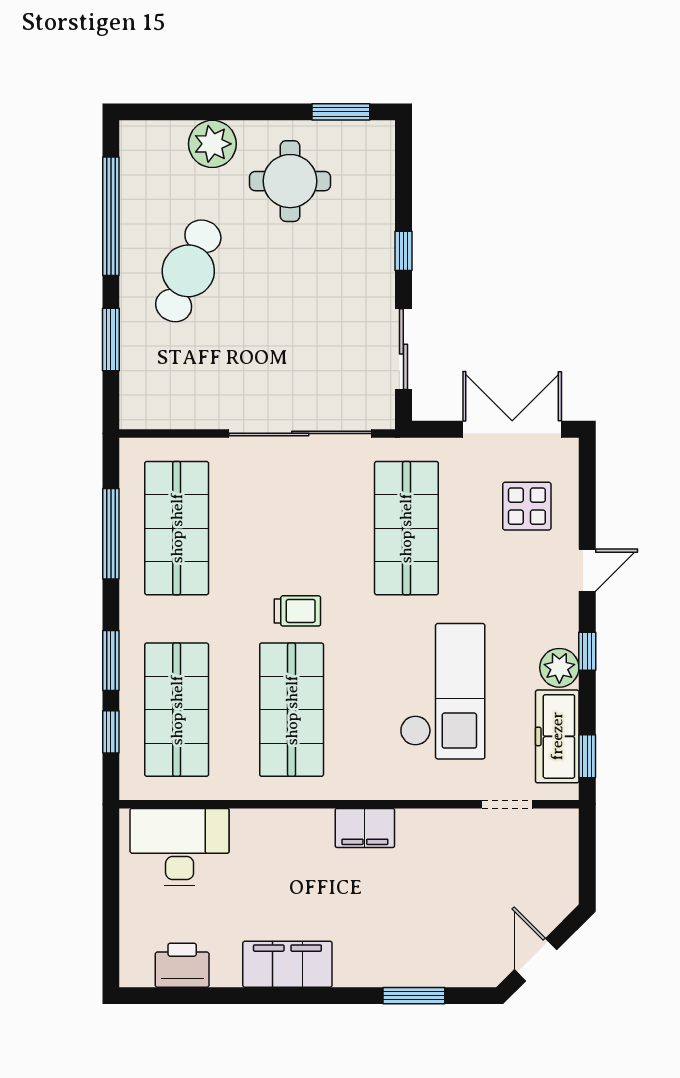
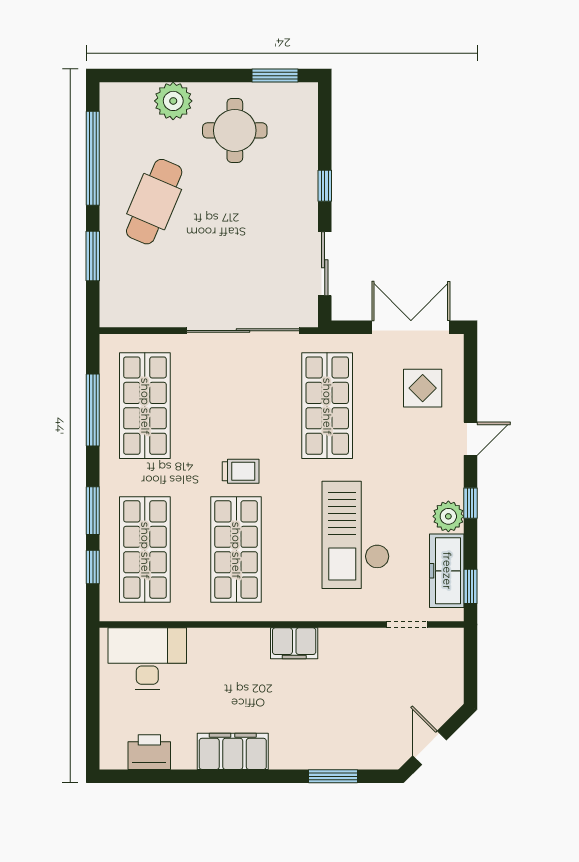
checkout: (442, 691) -> (356, 535), turned 180

